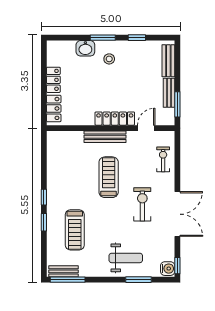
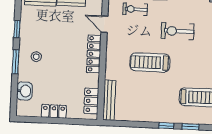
washbasin: (85, 48) -> (24, 91), moved
locker: (54, 108) -> (91, 101), moved, turned -90
bench: (105, 137) -> (109, 100), moved

